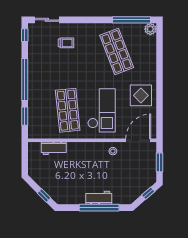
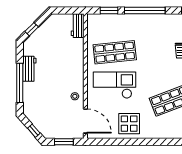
checkout: (101, 110) -> (115, 85), turned 180
workbench: (54, 148) -> (78, 26), moved
workbench: (99, 198) -> (29, 69), moved

